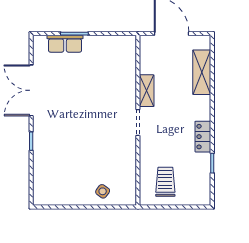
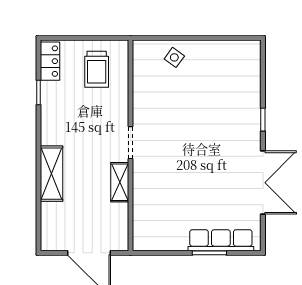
row of seats: (65, 44) -> (221, 240), width x1.48
shelving: (202, 72) -> (51, 174), moved
locker: (203, 137) -> (50, 61), moved

